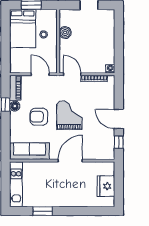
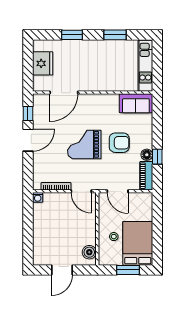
boiler: (65, 32) -> (89, 252), moved
grand piano: (69, 115) -> (84, 144), turned 90
door: (119, 119) -> (28, 140), hinge flipped
sofa: (29, 151) -> (136, 103), width x0.73
door: (70, 161) -> (64, 93), moved
window: (80, 211) -> (72, 35), added

